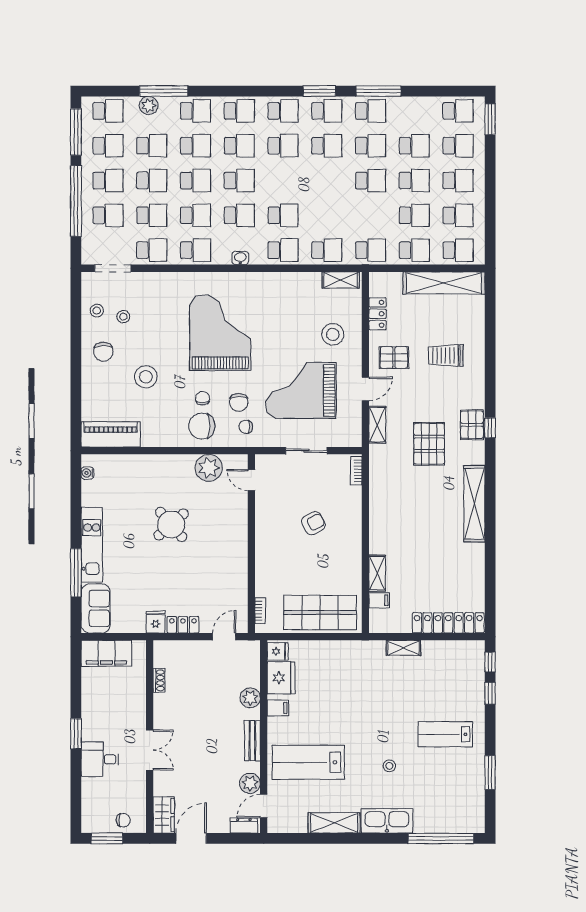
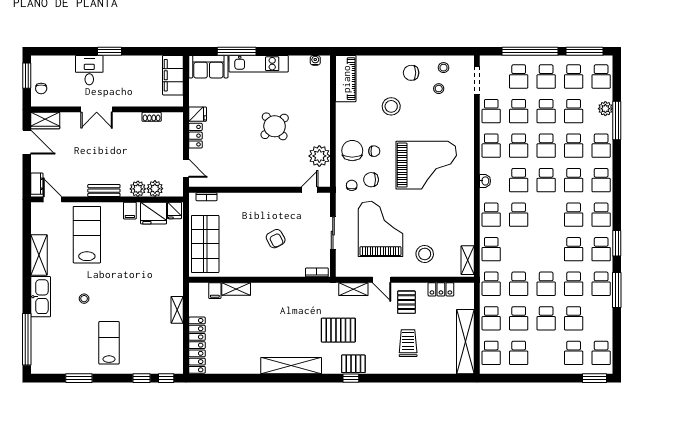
school desk: (458, 181) -> (519, 284), moved
plant: (250, 783) -> (155, 189), moved

